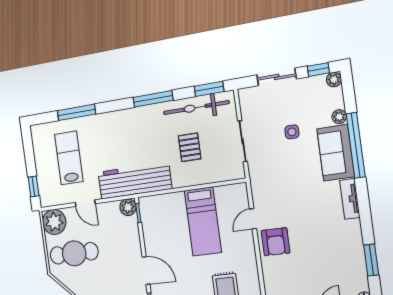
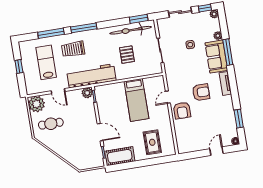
window: (153, 99) -> (84, 28), moved
trolley: (108, 138) -> (73, 49), added
window: (356, 145) -> (228, 52), width x0.68
window: (34, 187) -> (19, 67), moved
armchair: (308, 213) -> (201, 92), added
cafe table: (74, 253) -> (51, 124), width x0.73, depth x0.74

